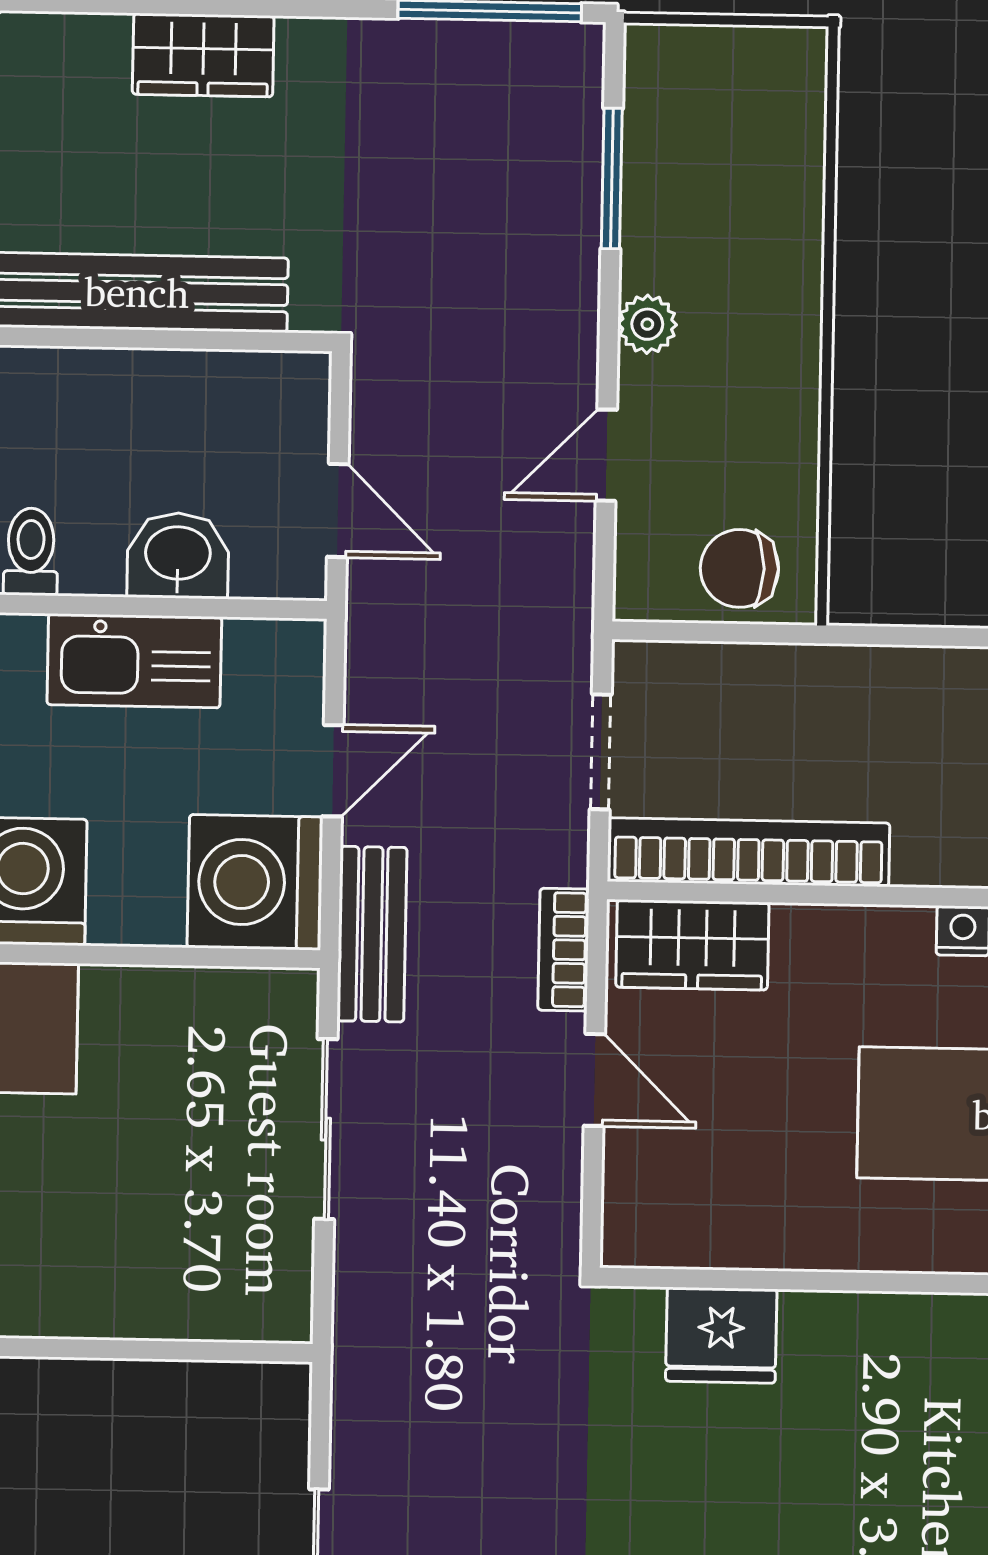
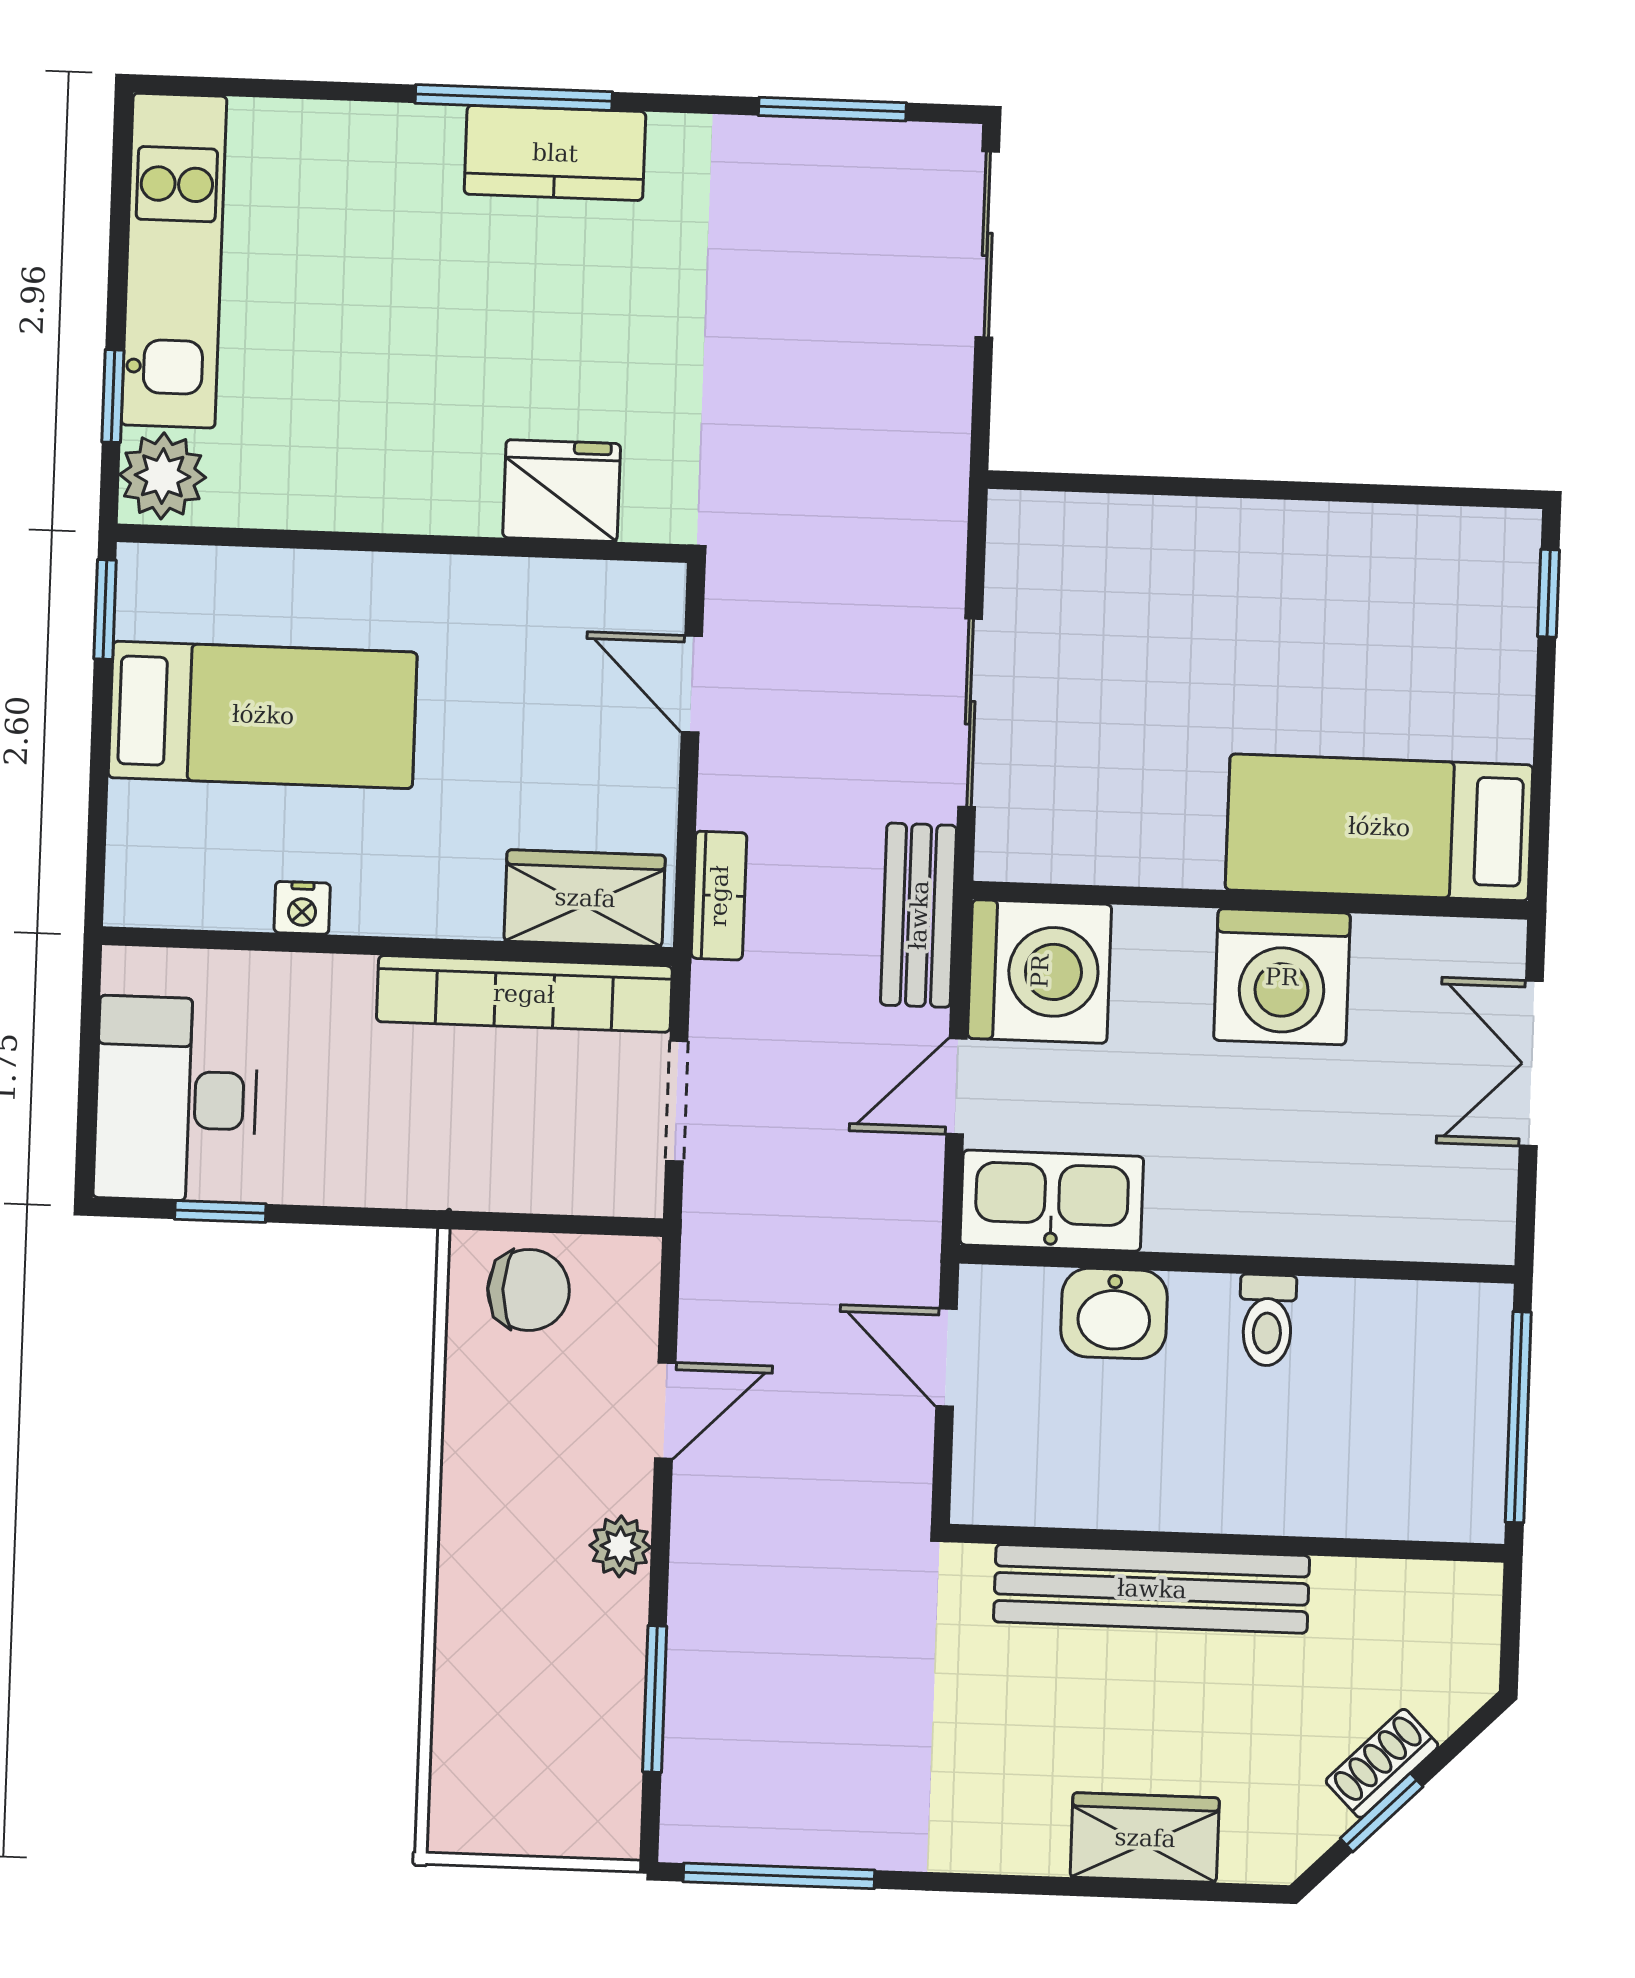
wardrobe: (203, 55) -> (1145, 1838), moved
kitchen sink: (134, 661) -> (1052, 1201), moved
door: (594, 1080) -> (692, 684), moved

